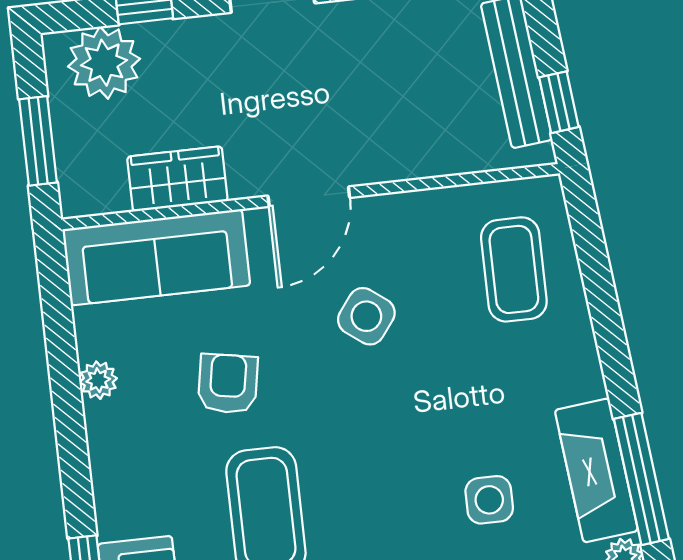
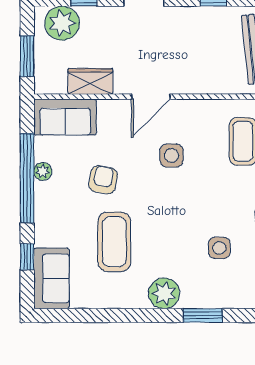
sofa: (156, 257) -> (65, 117), width x0.73
side table: (366, 316) -> (172, 156), turned -37
window: (67, 398) -> (27, 178), added

